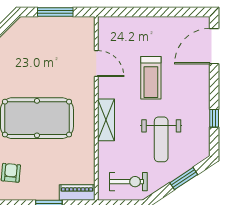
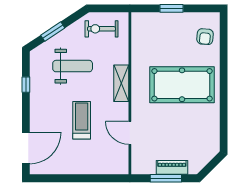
weight bench: (161, 139) -> (73, 66), turned 90
piano: (77, 193) -> (172, 167), moved, turned 180

